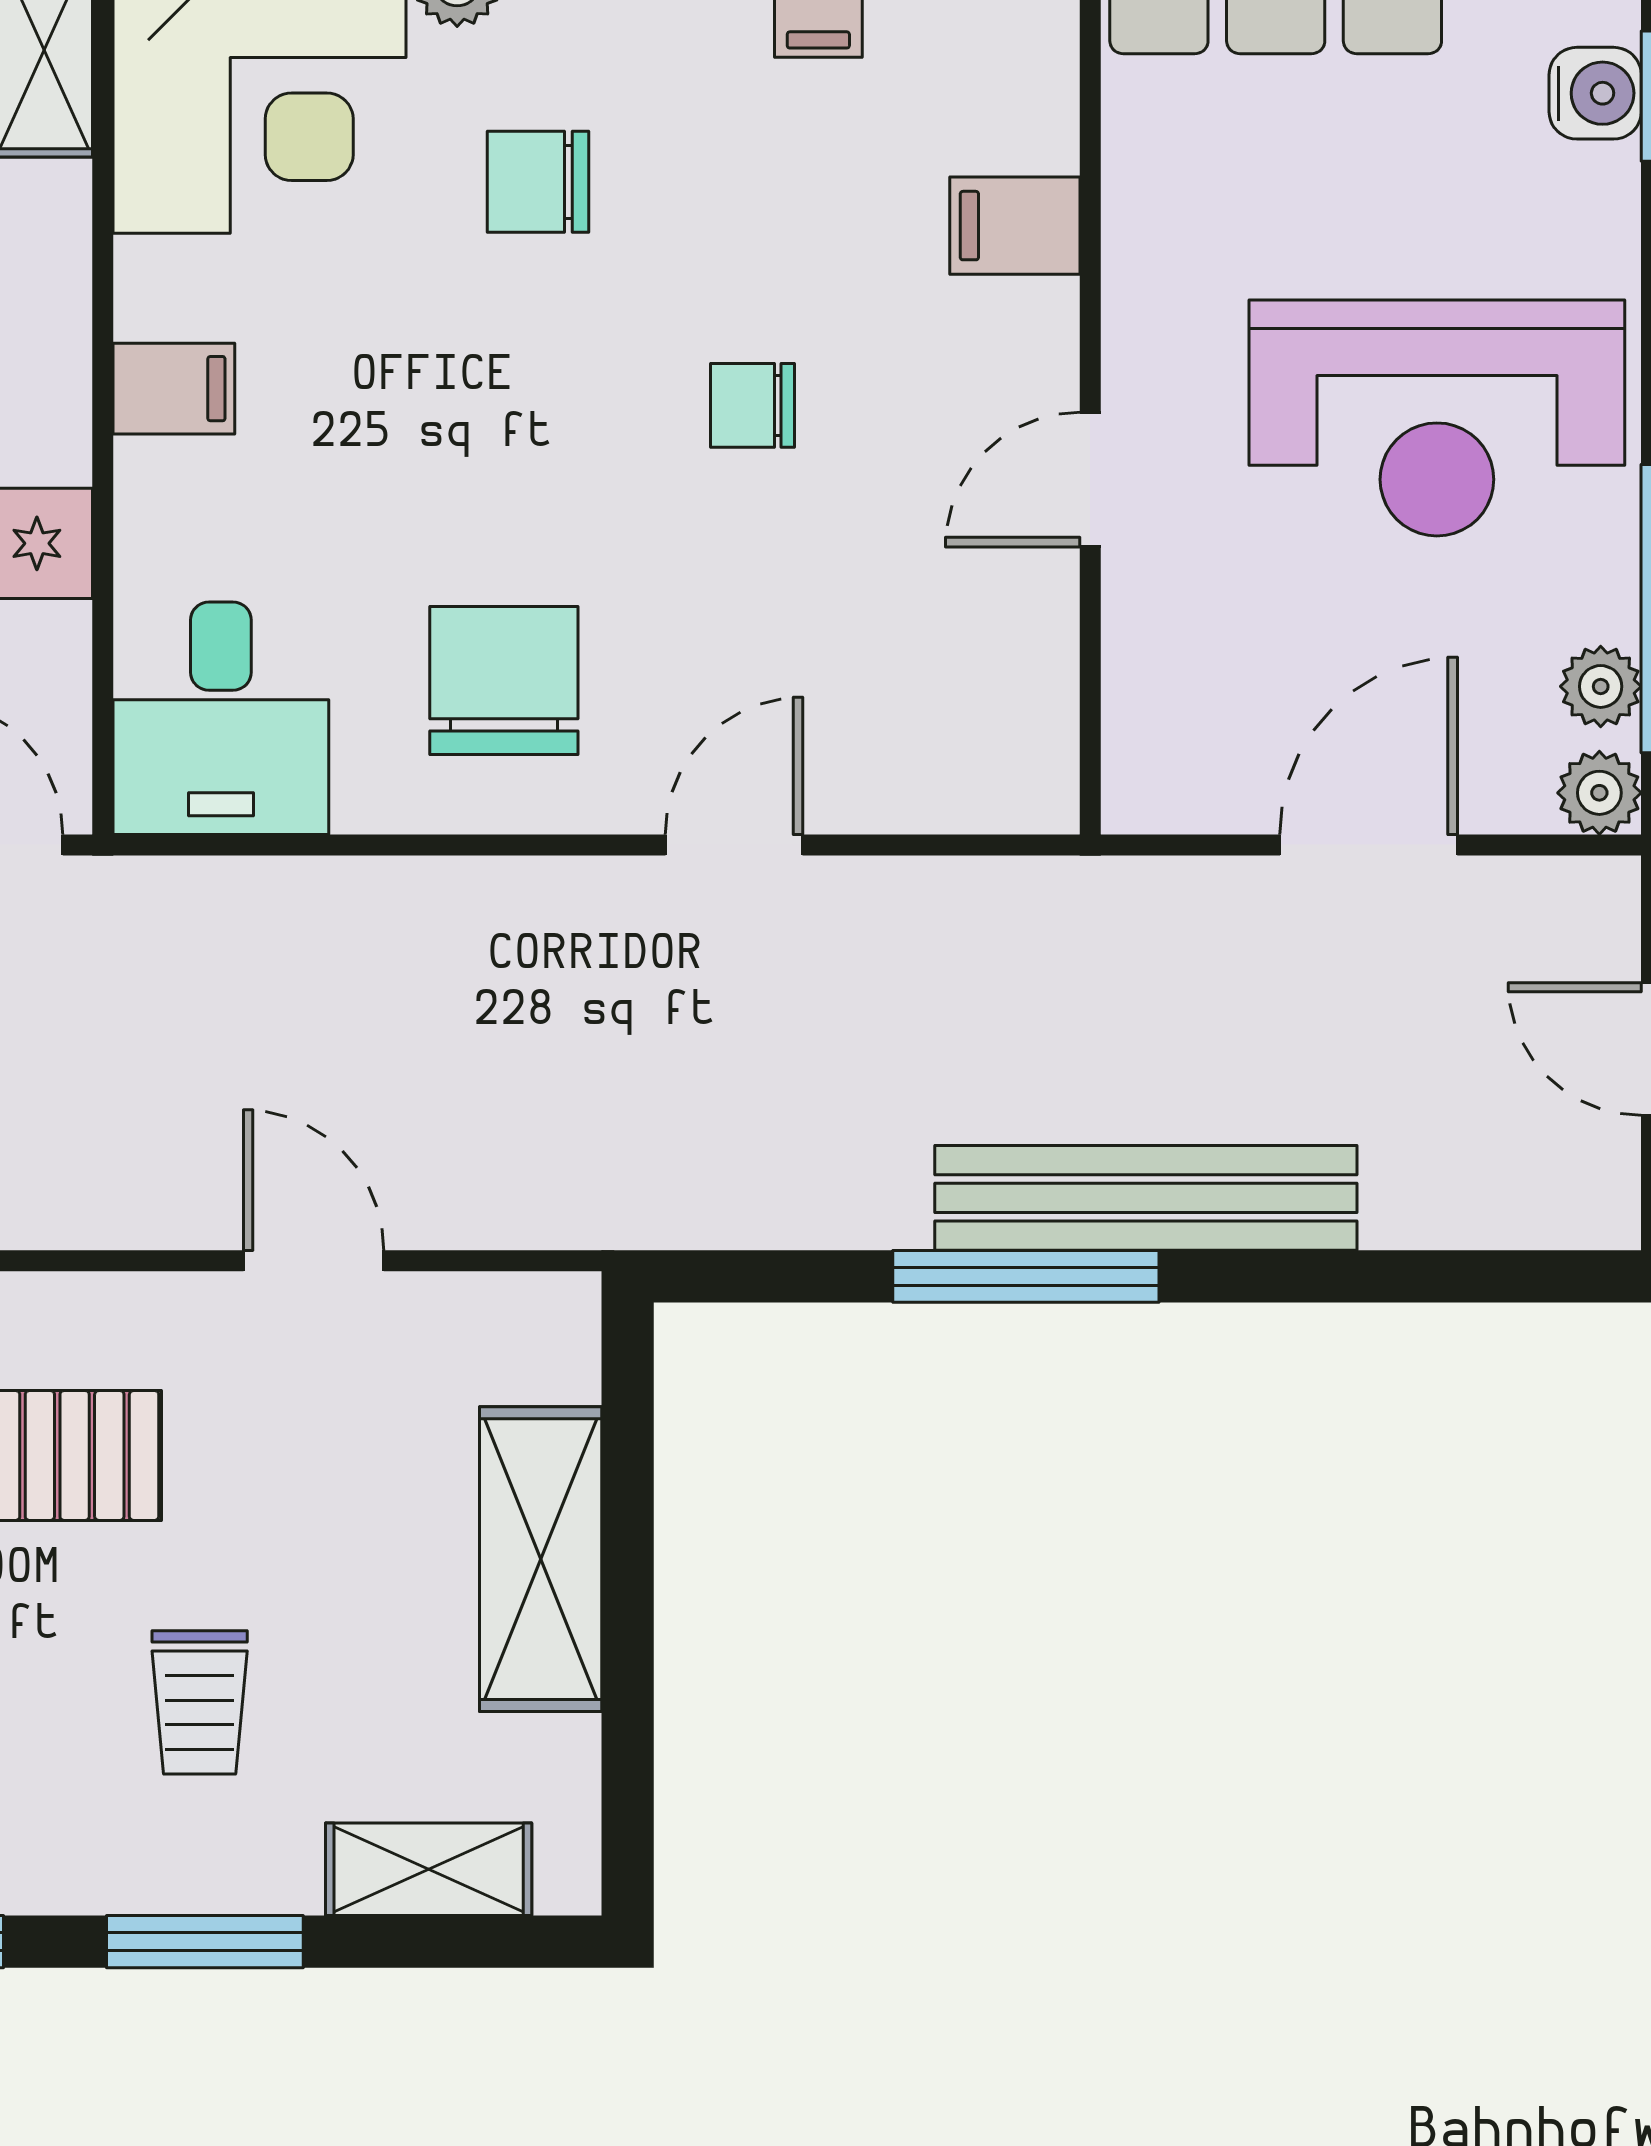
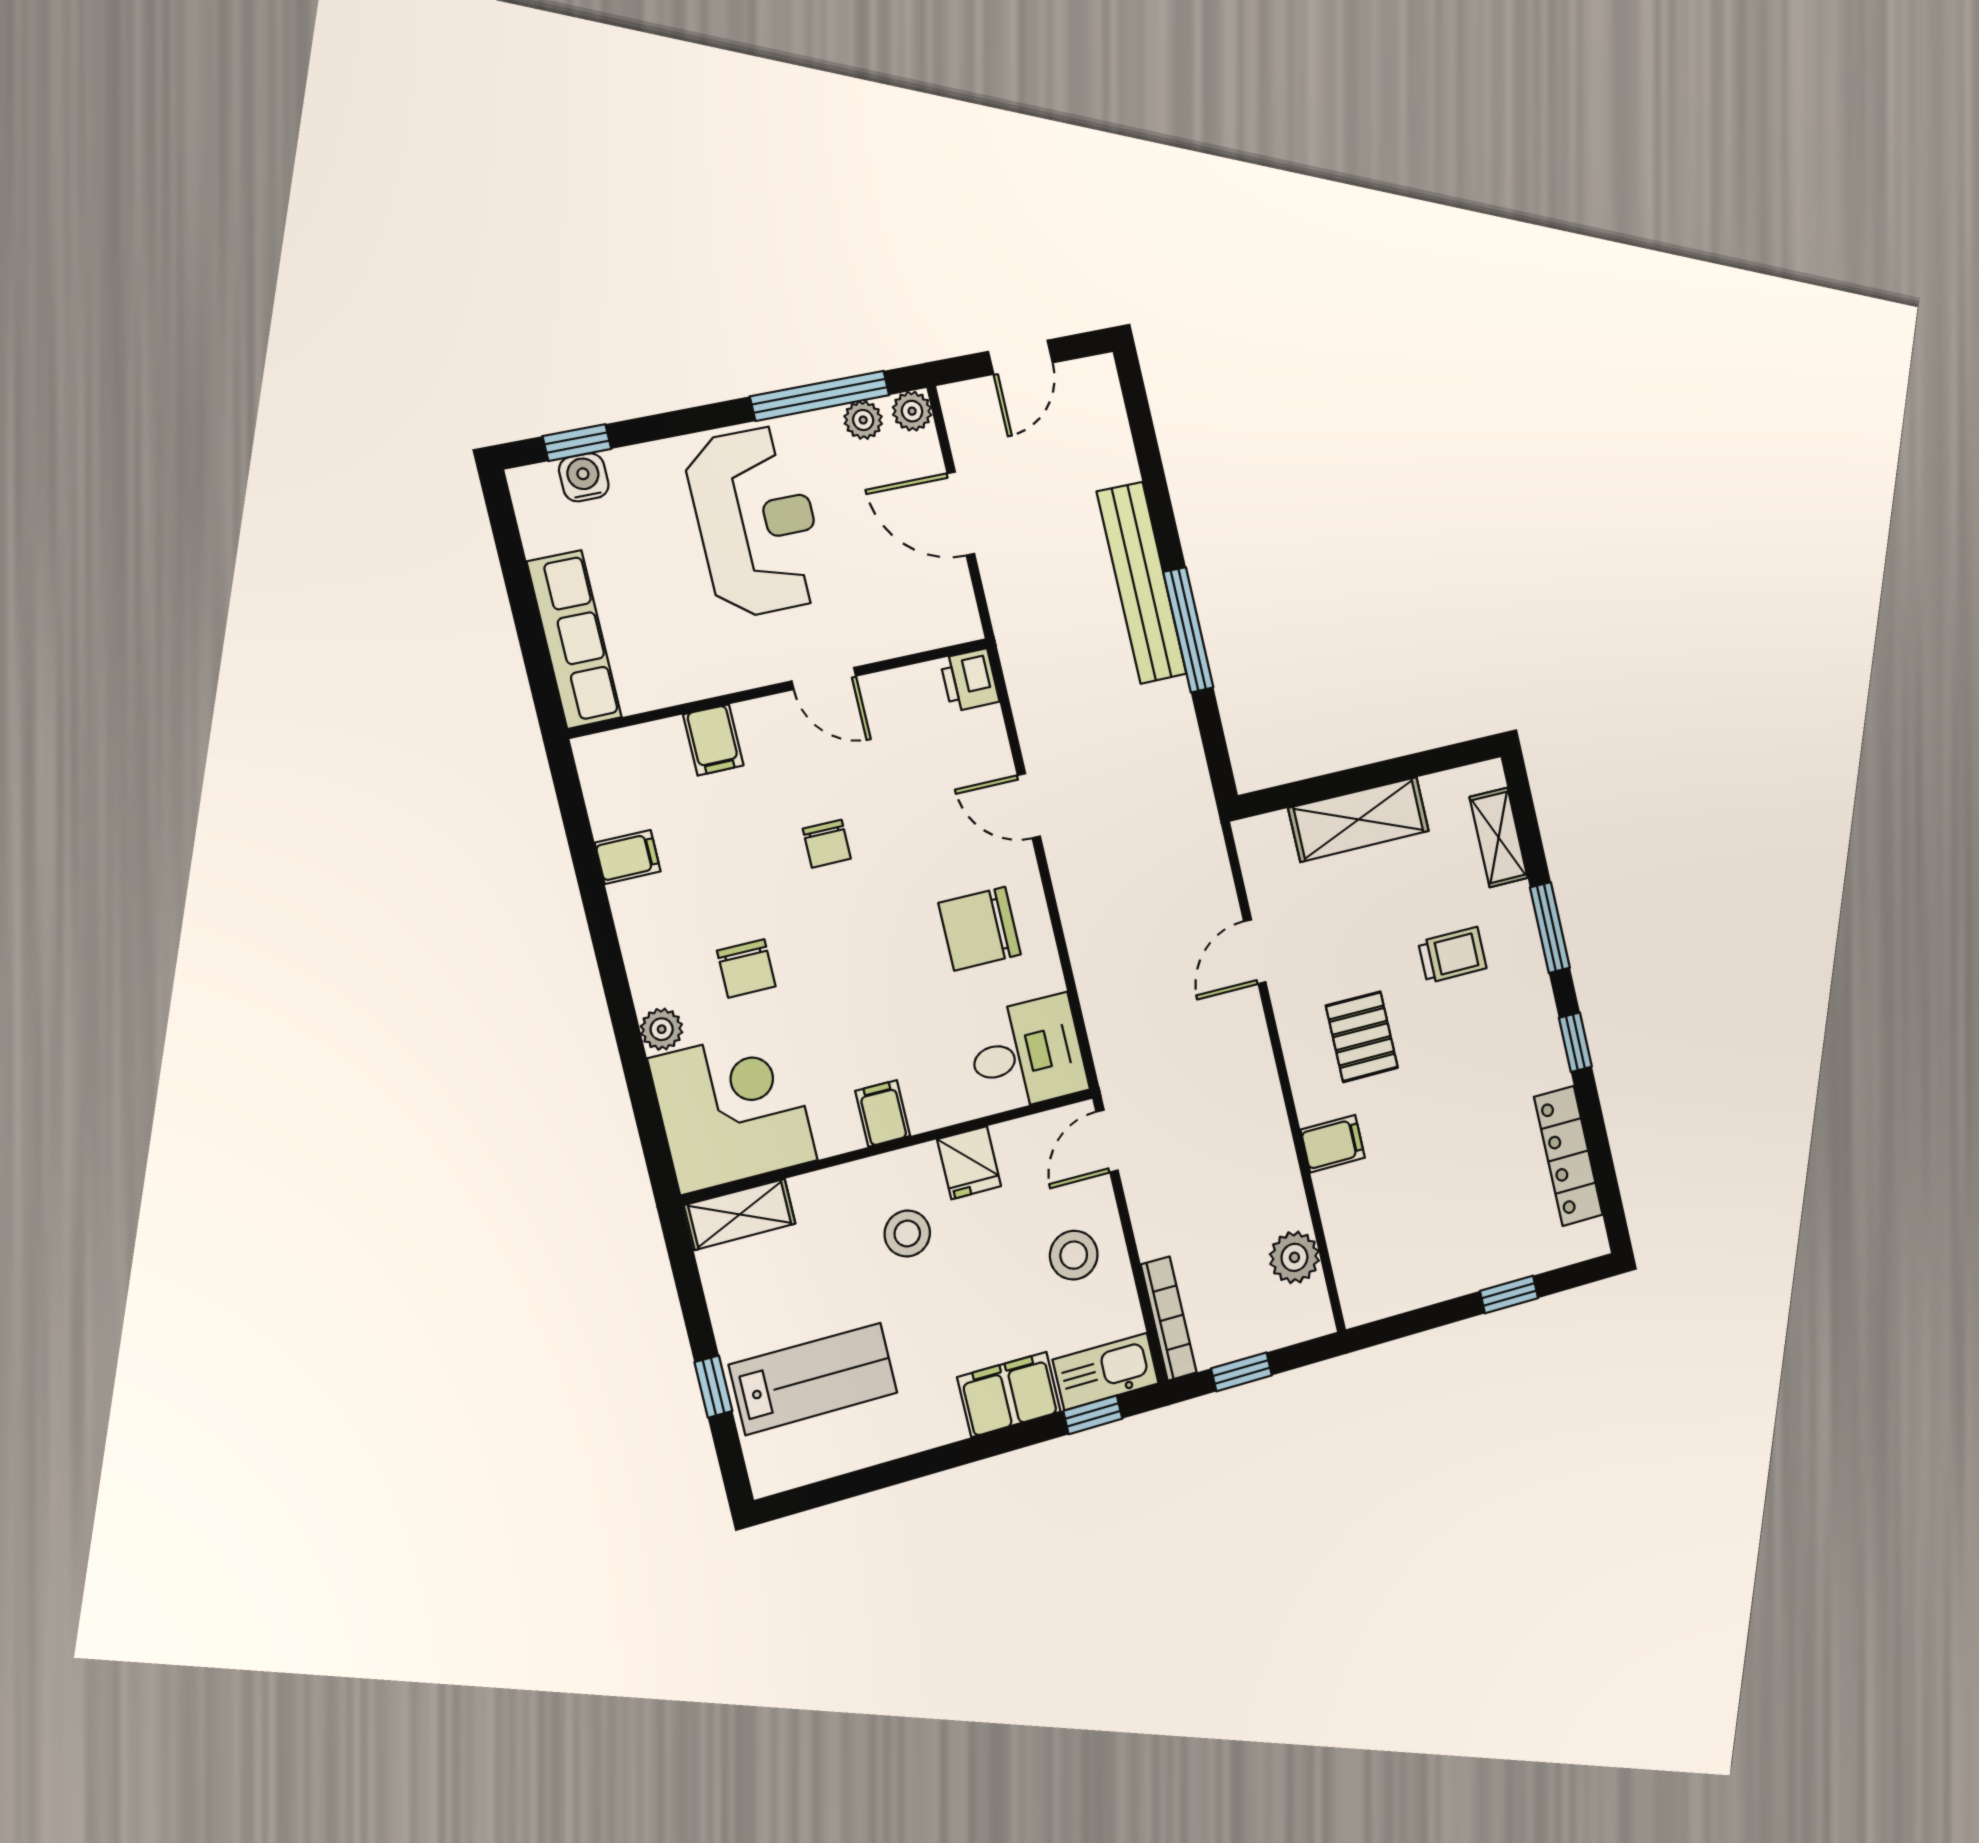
printer: (1022, 782) -> (970, 680), added

